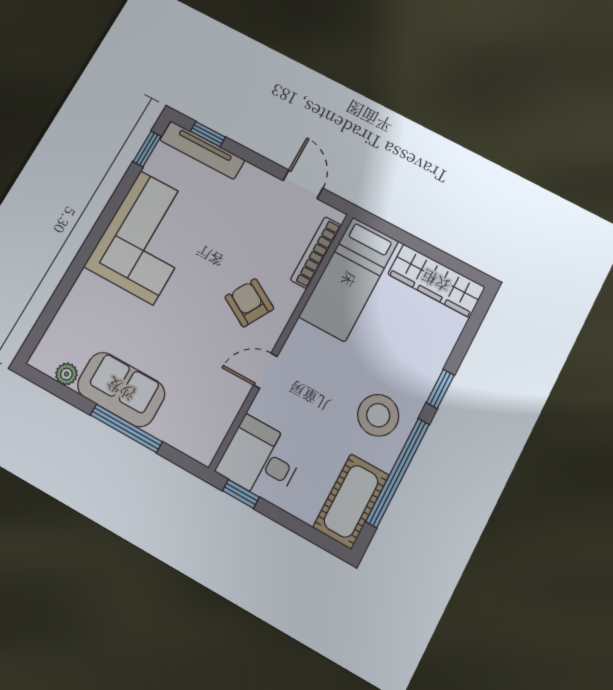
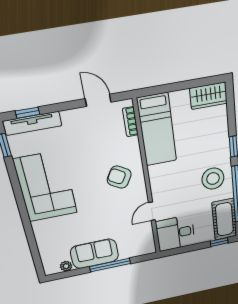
bookcase: (316, 252) -> (130, 122), width x0.64
wardrobe: (436, 281) -> (208, 96), width x0.67
door: (265, 371) -> (152, 211), moved
window: (241, 494) -> (219, 242), moved

